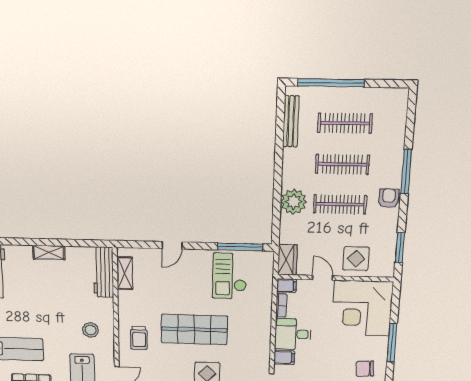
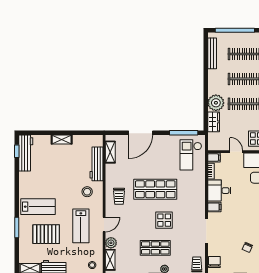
door: (172, 245) -> (141, 133), width x1.88
wardrobe: (287, 260) -> (214, 122), moved
workbench: (103, 272) -> (96, 164), moved
checkout: (230, 276) -> (191, 155), moved

